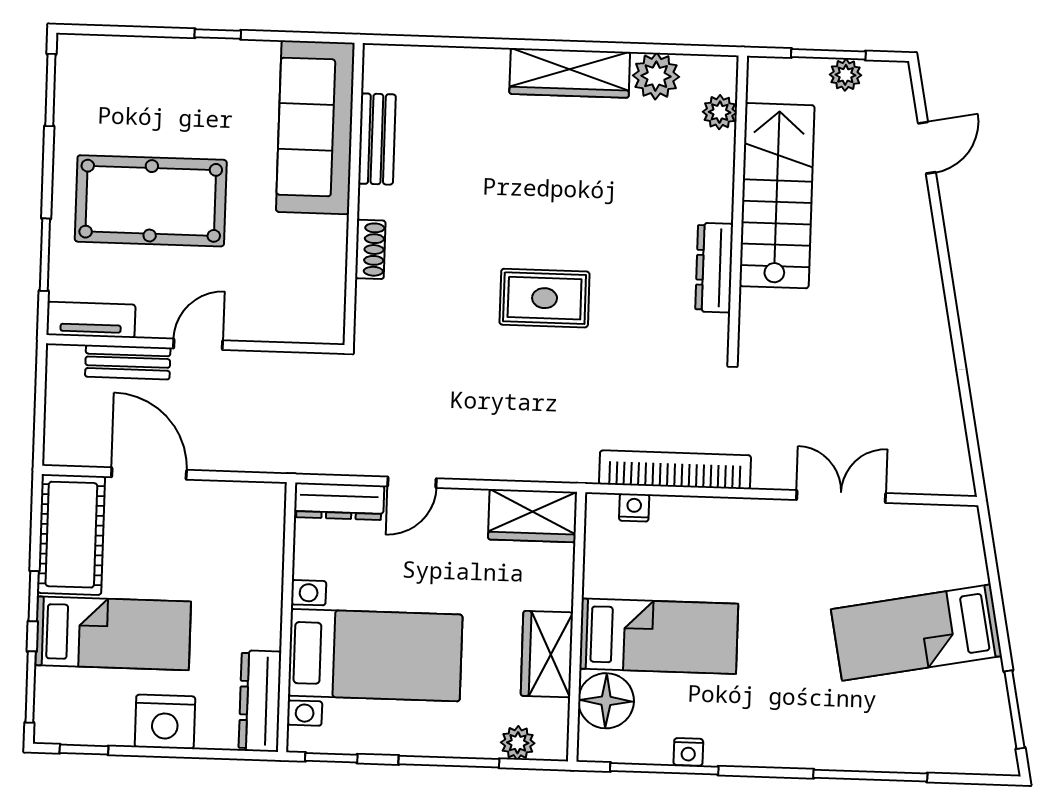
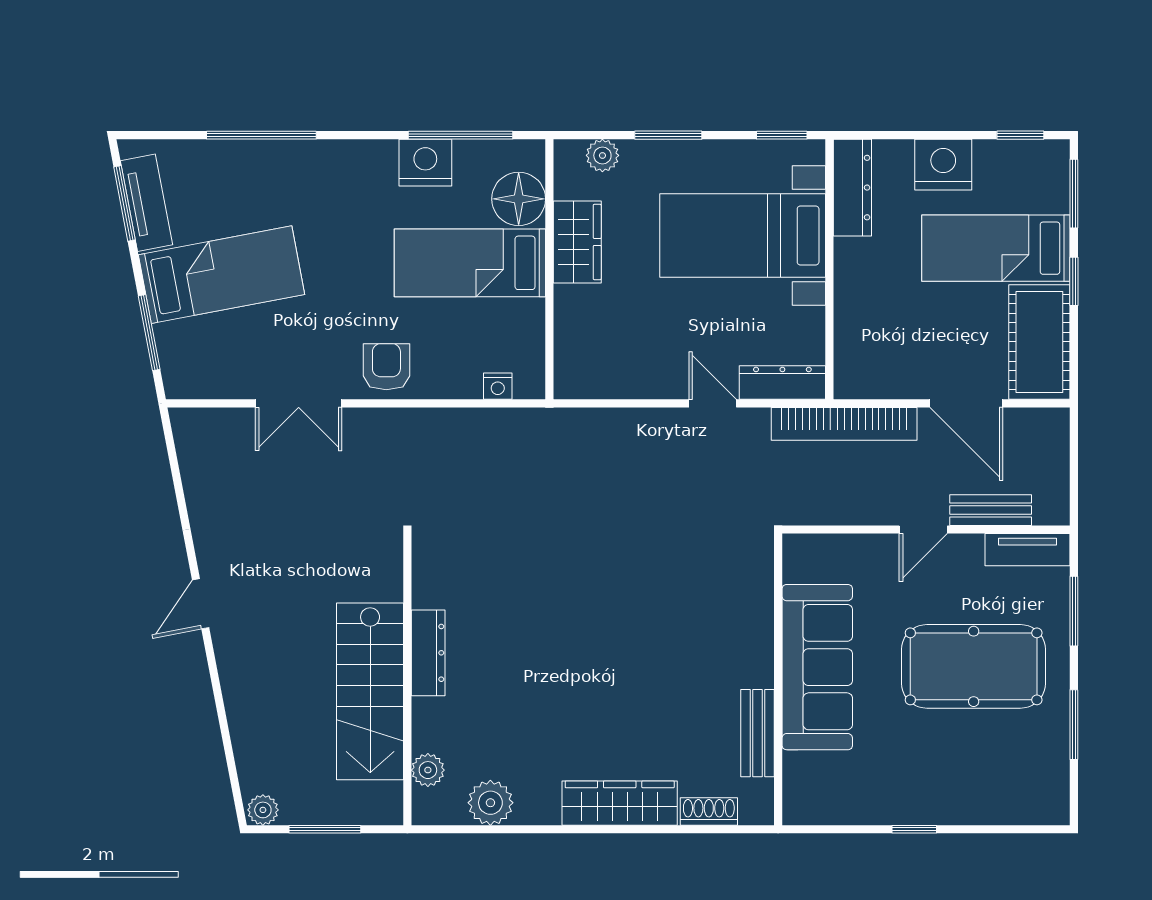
wardrobe: (570, 73) -> (620, 803), moved
plant: (846, 75) -> (263, 810), moved
window: (50, 90) -> (1074, 725), moved
sofa: (315, 127) -> (817, 667), moved
door: (927, 148) -> (201, 604), moved
shoe rack: (370, 249) -> (709, 812), moved, turned 90
dresser: (714, 268) -> (428, 653), moved
rug: (545, 298) -> (591, 585), removed
bookcase: (675, 470) -> (844, 424), moved
door: (412, 482) -> (713, 403), hinge flipped
wardrobe: (533, 516) -> (595, 375), removed
armchair: (749, 531) -> (386, 367), added
window: (993, 575) -> (149, 333), added
tv unit: (992, 710) -> (146, 203), added
nightstand: (688, 752) -> (425, 163), width x1.89, depth x1.79
window: (449, 762) -> (668, 135), width x0.69

